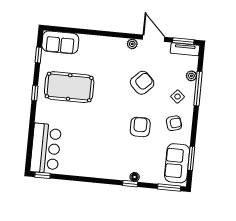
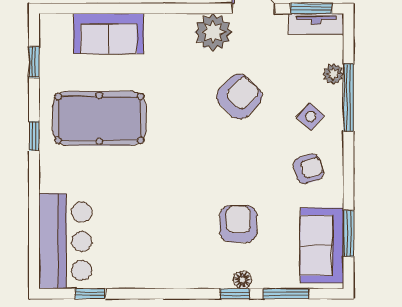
sofa: (60, 42) -> (109, 33), moved
plant: (132, 44) -> (213, 32), width x1.88, depth x1.88
armchair: (140, 127) -> (238, 224), moved
window: (43, 175) -> (90, 294), moved
window: (169, 187) -> (286, 294), moved

